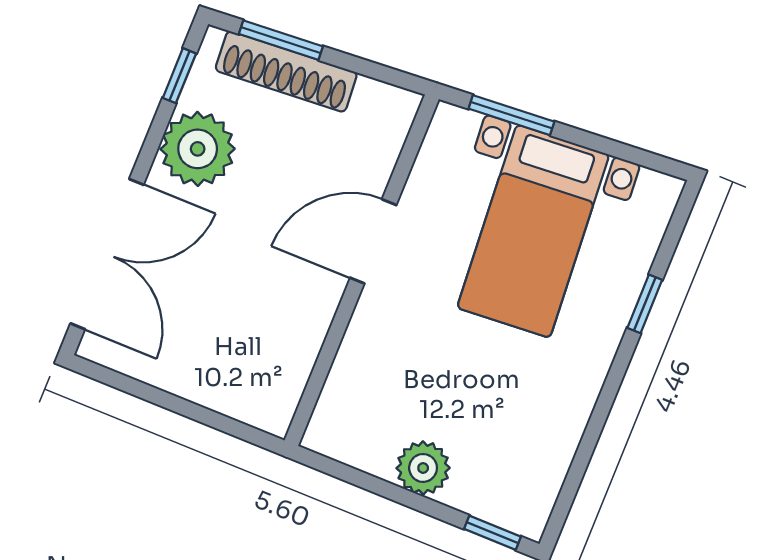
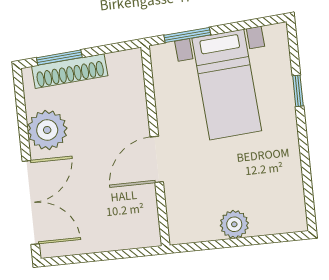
window: (179, 76) -> (20, 100), removed
door: (373, 241) -> (157, 159), moved
window: (492, 533) -> (283, 237), removed

